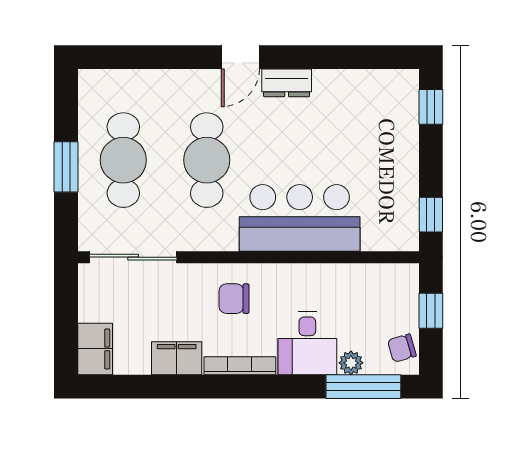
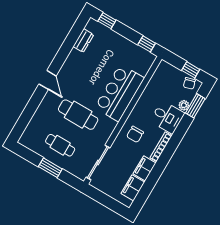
dresser: (287, 83) -> (83, 41), moved
cafe table: (123, 160) -> (60, 145), width x0.73, depth x0.74
window: (431, 311) -> (191, 70), moved
filing cabinet: (95, 349) -> (133, 188), moved, turned -90
window: (363, 387) -> (195, 106), width x0.69

